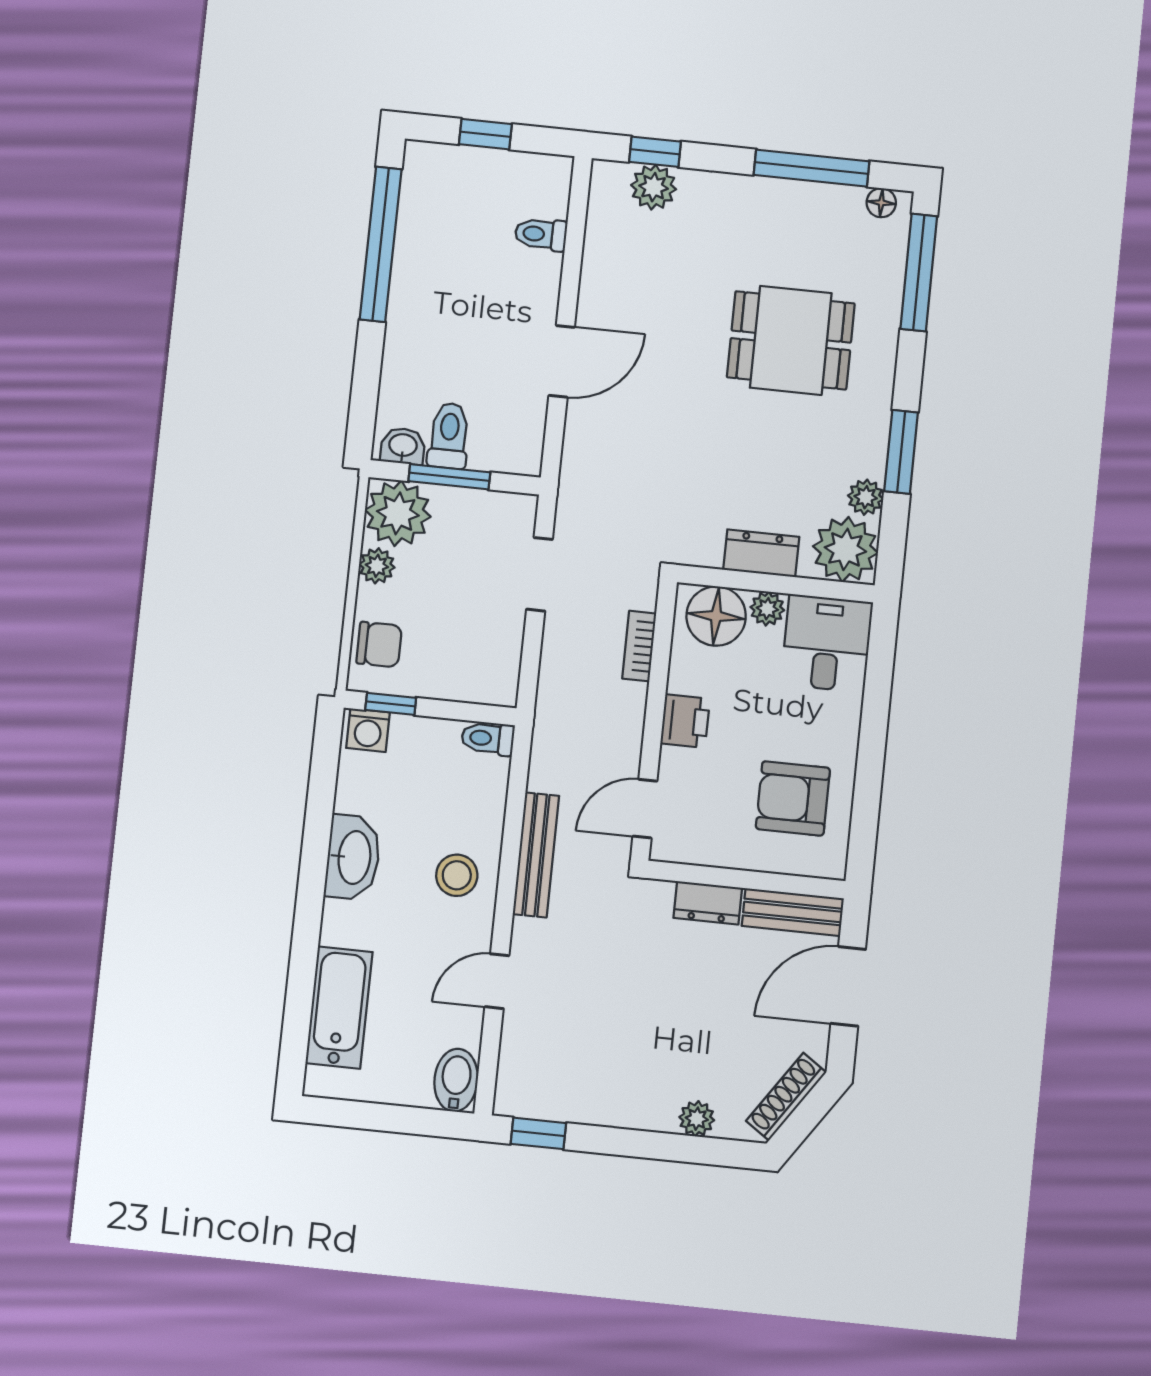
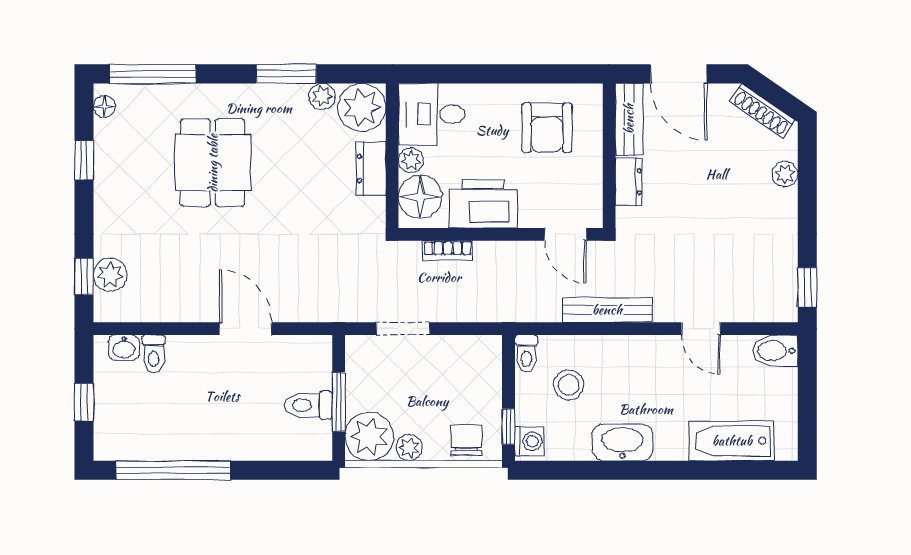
window: (811, 168) -> (84, 160), width x0.46
washbasin: (403, 446) -> (124, 348), moved, turned -90
printer: (685, 721) -> (483, 204), width x1.87, depth x1.48
stool: (457, 875) -> (569, 385), moved

